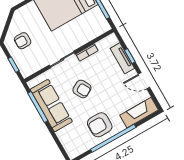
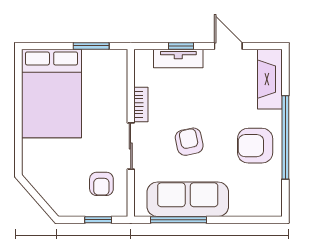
armchair: (23, 41) -> (101, 184), moved
door: (144, 81) -> (228, 46), swing flipped
armchair: (82, 89) -> (189, 142), turned -73
armchair: (100, 125) -> (255, 146), turned 90

